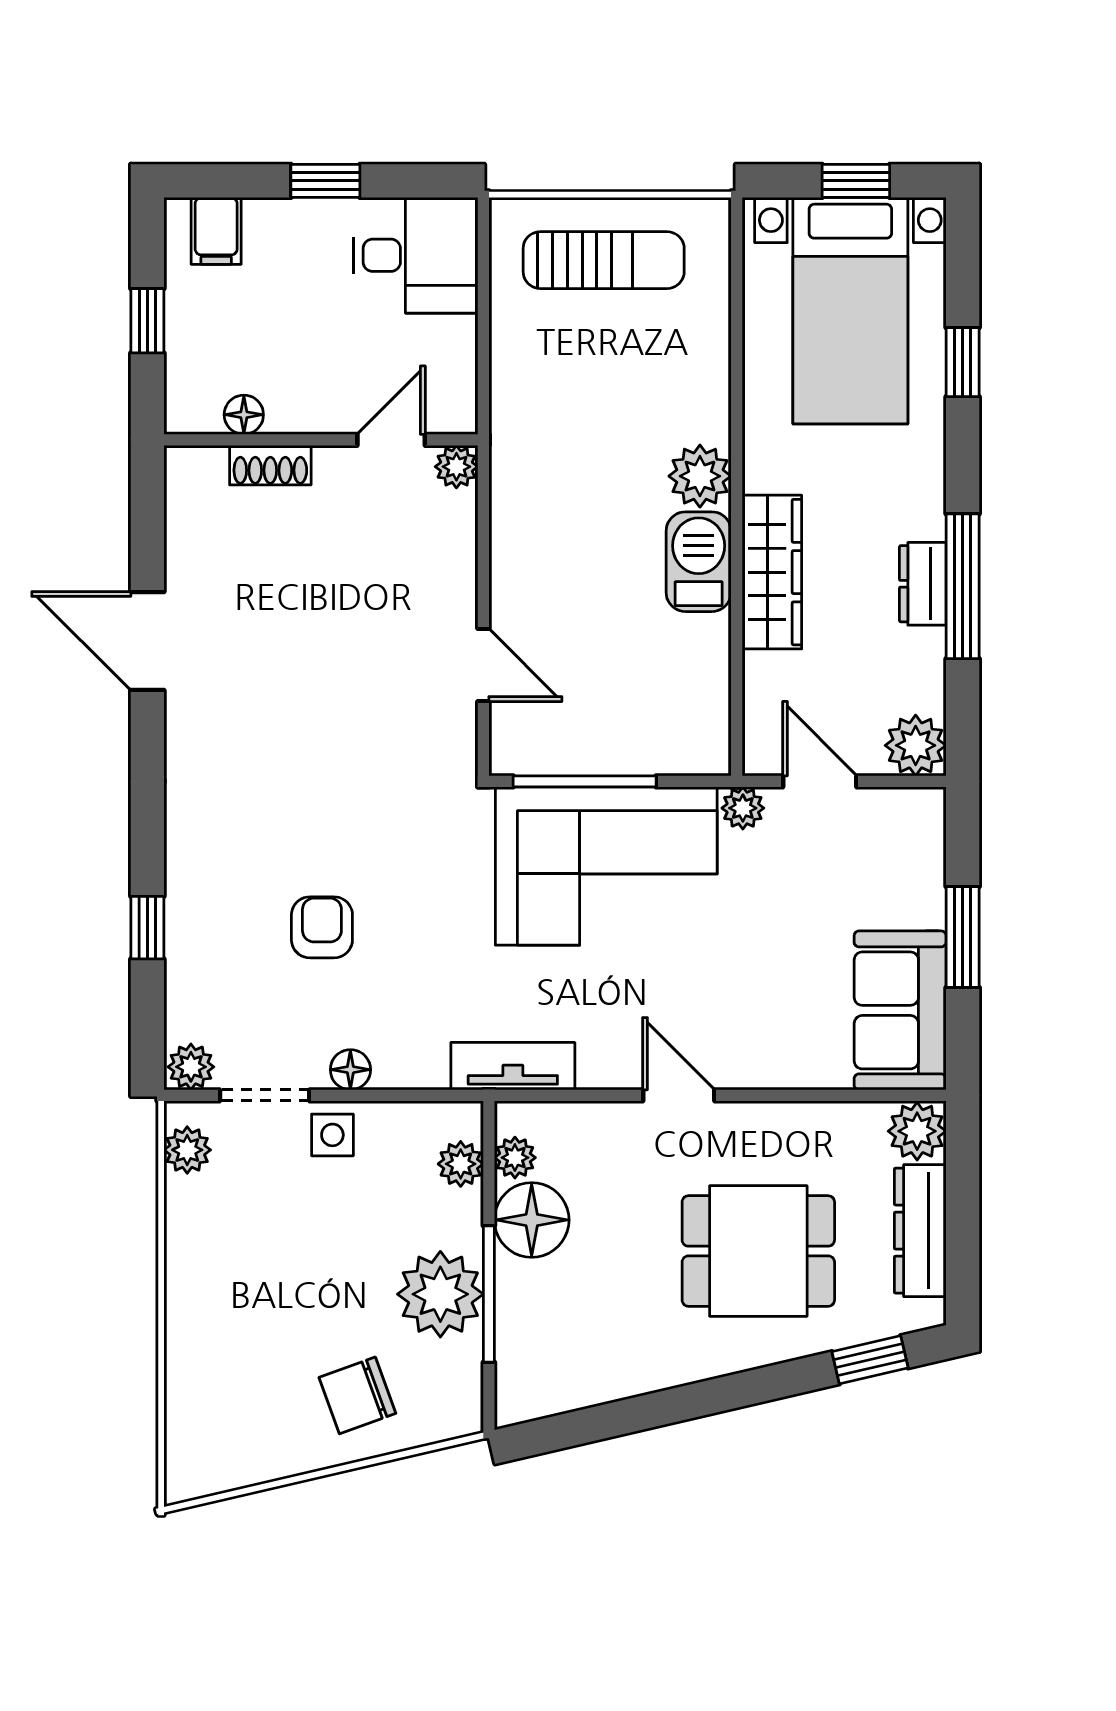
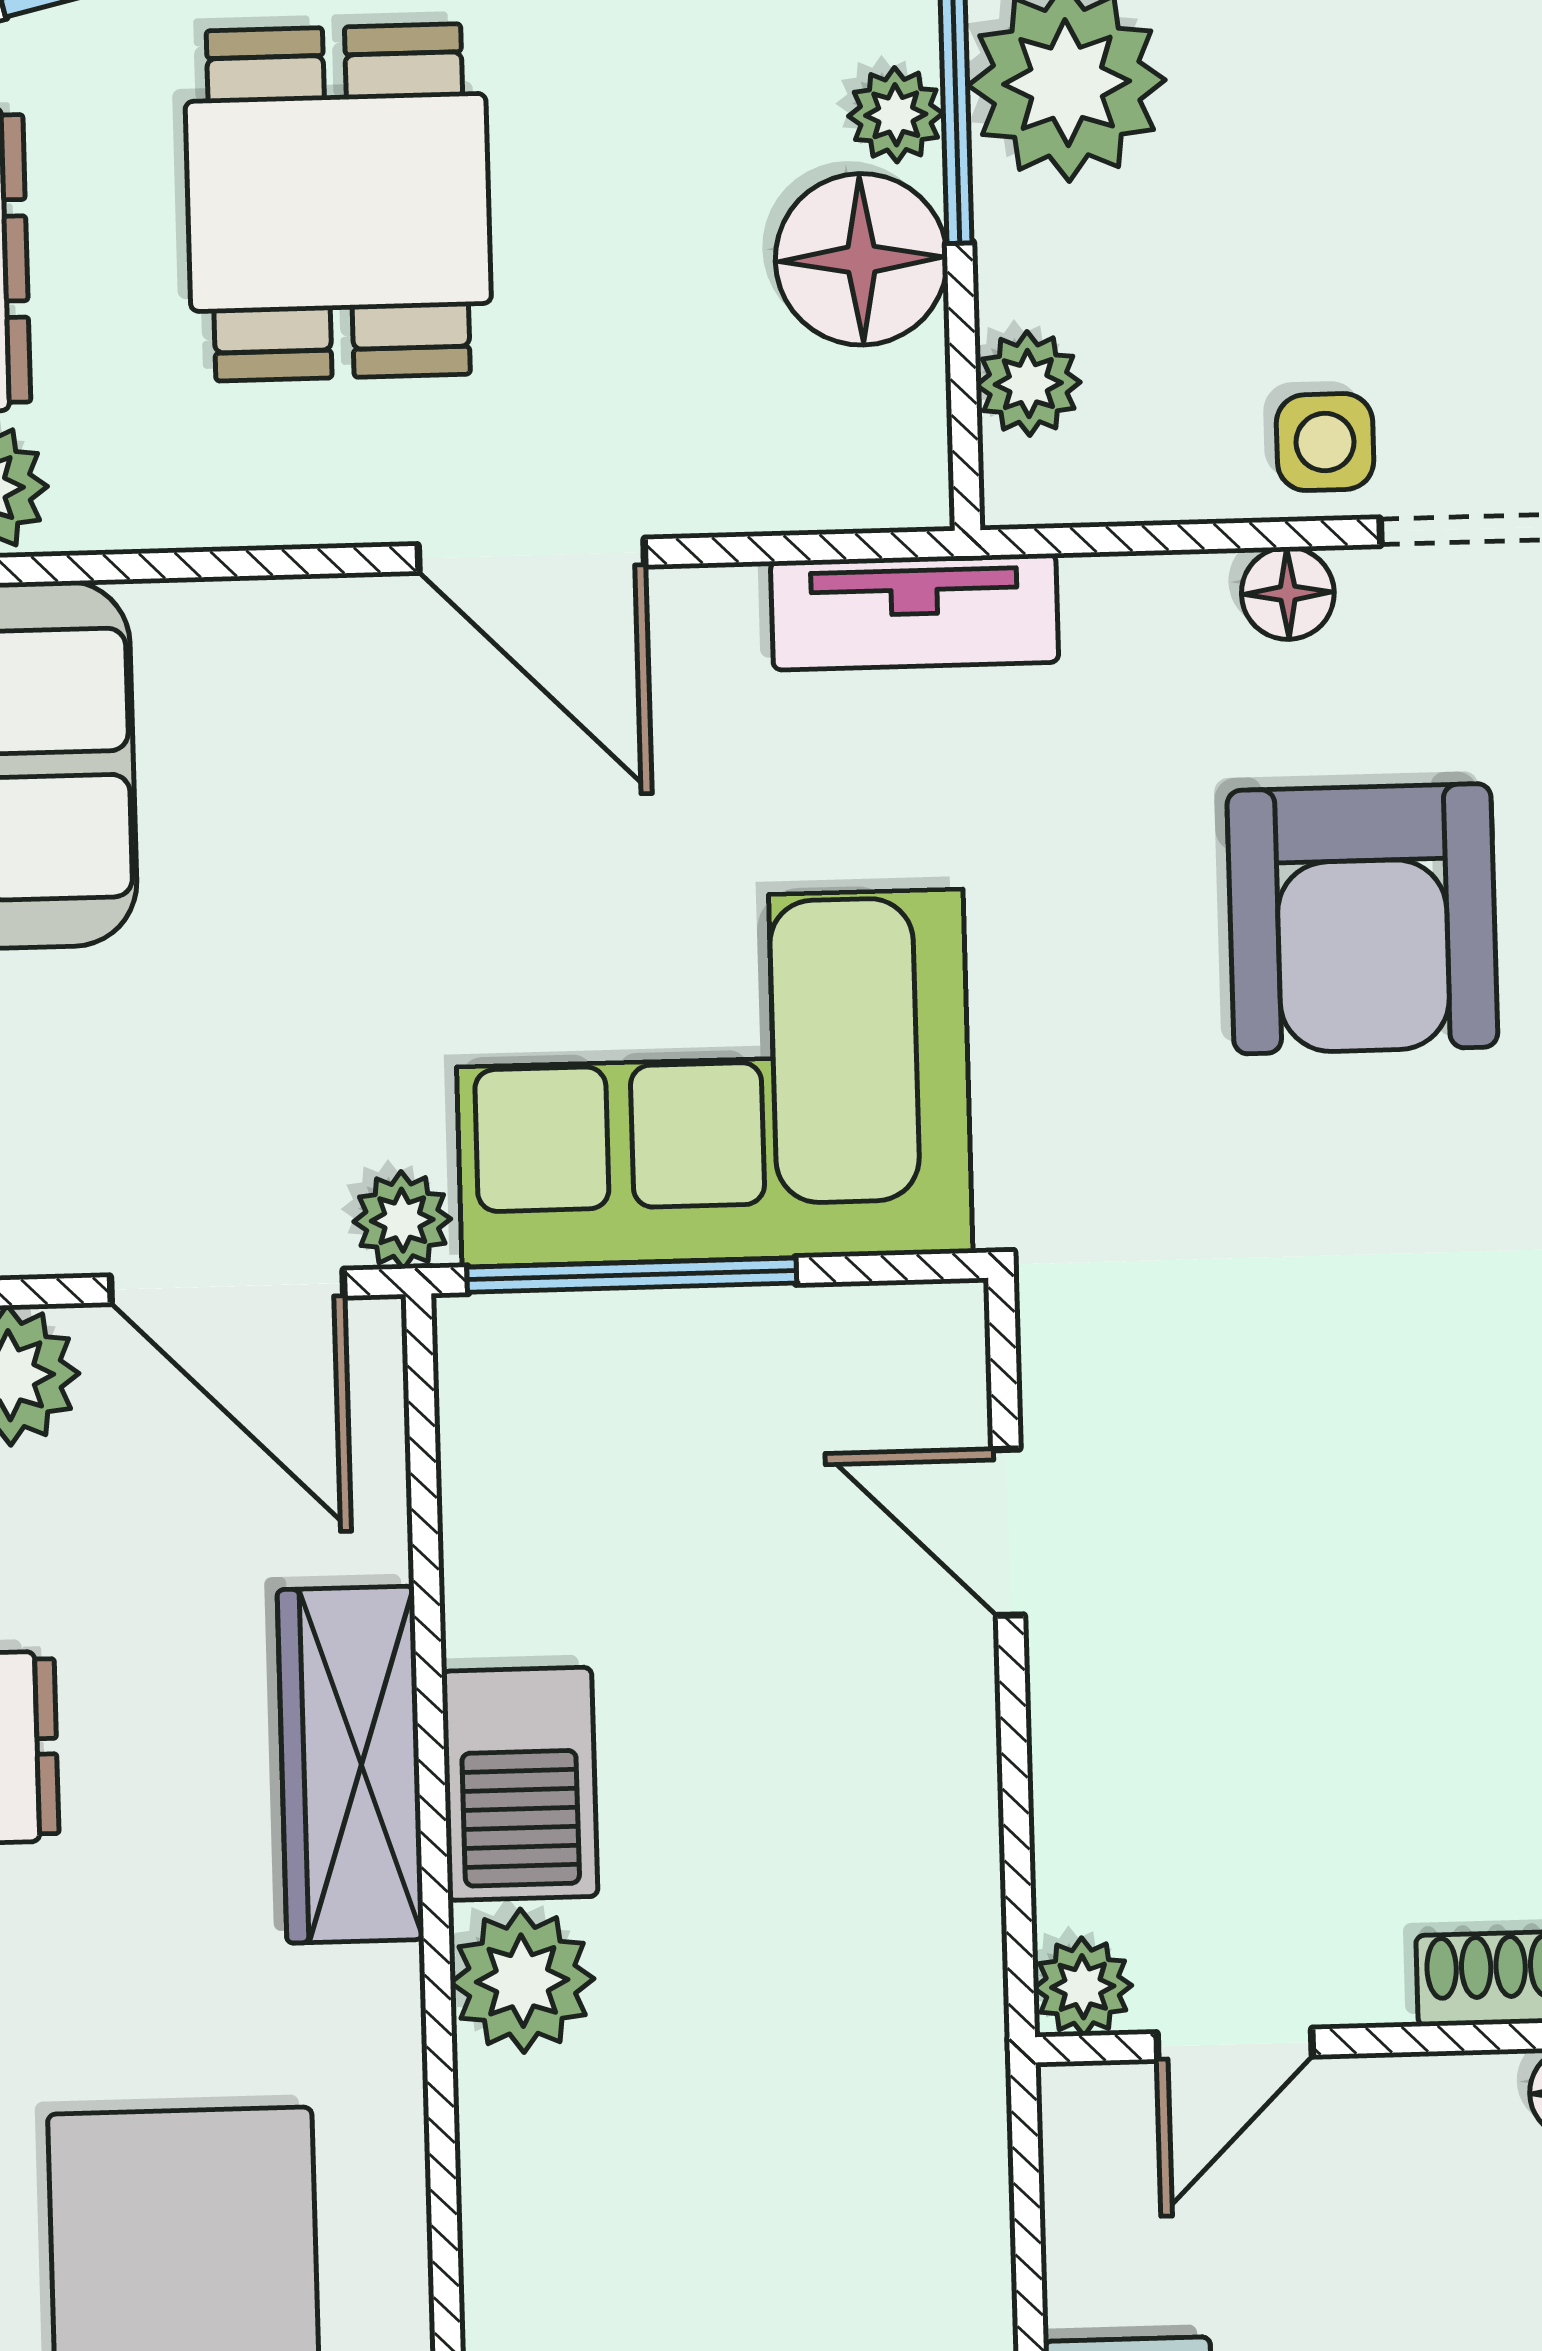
window: (585, 781) -> (632, 1275), moved
door: (820, 781) -> (227, 1286), width x1.38
armchair: (322, 927) -> (1362, 919), width x1.88, depth x1.88
door: (679, 1095) -> (531, 555), width x1.38
plant: (515, 1158) -> (896, 115), moved
dining table: (758, 1251) -> (338, 202), turned 90

